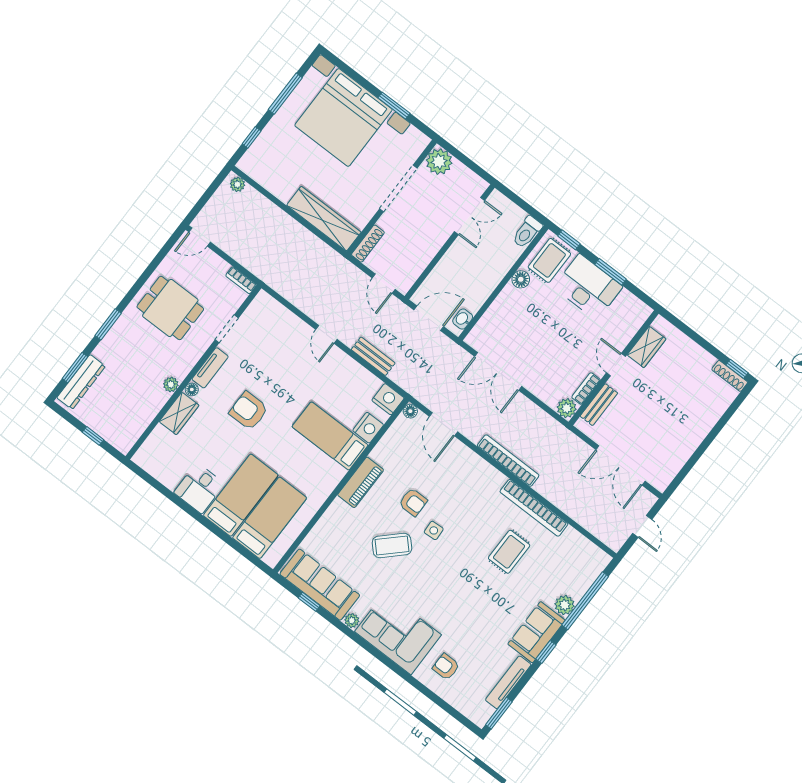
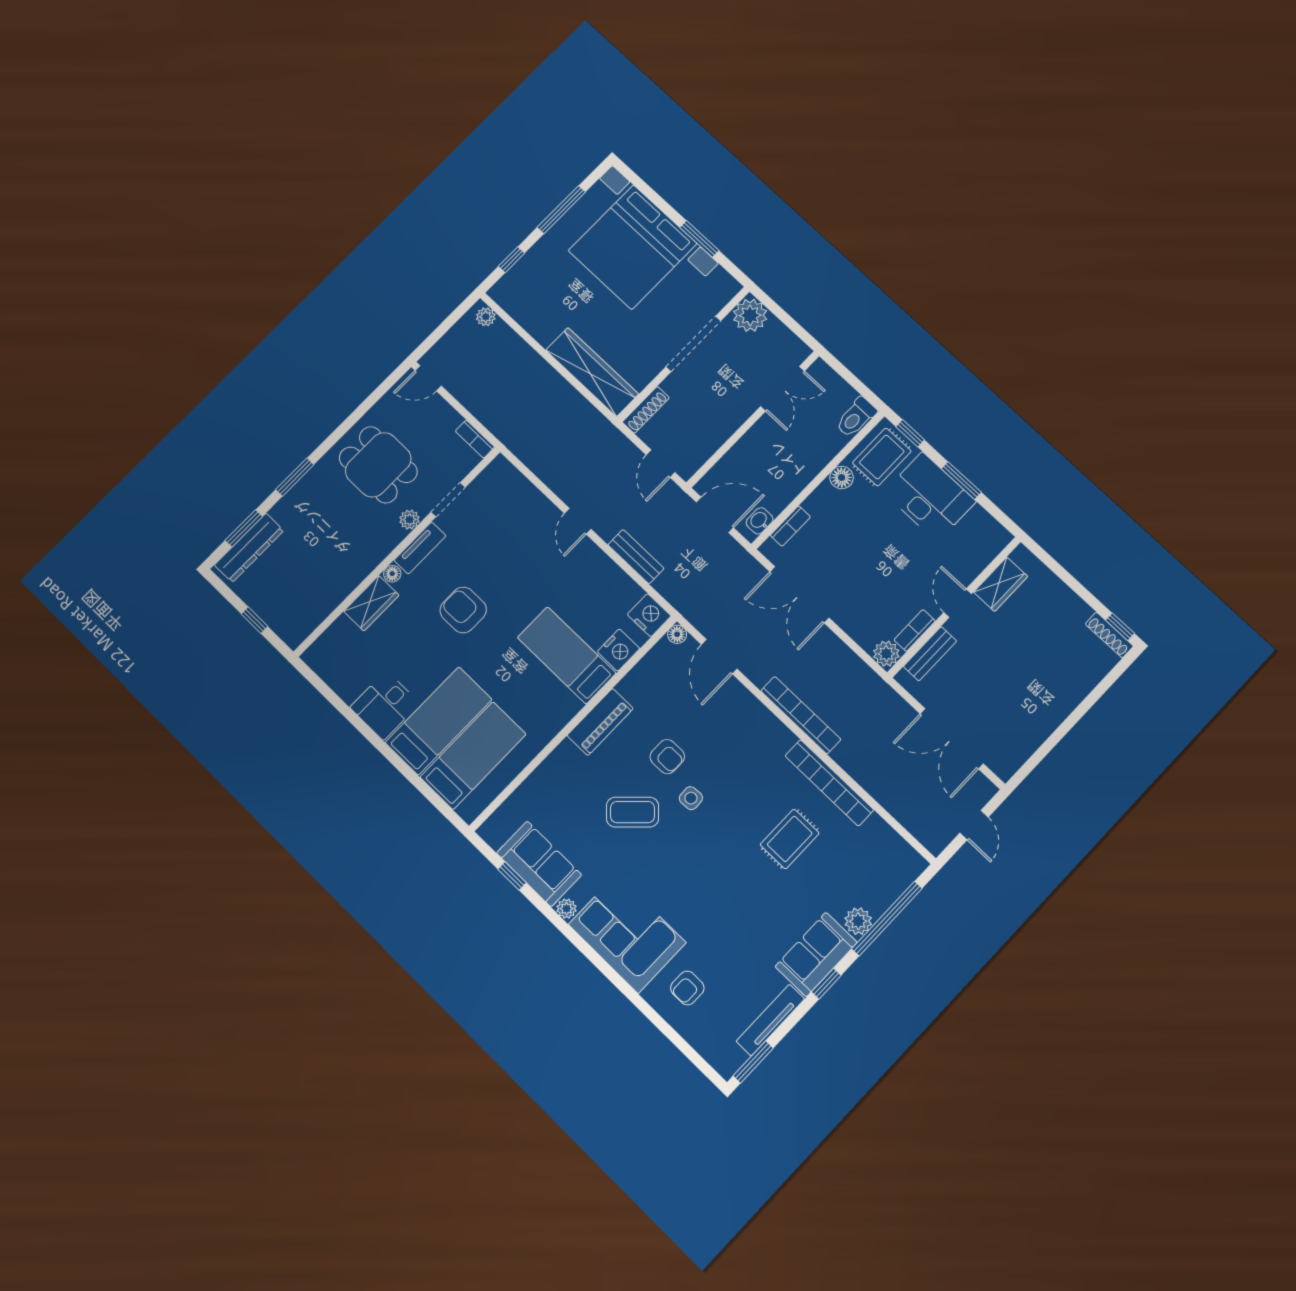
bookcase: (486, 320) -> (790, 526), added
plant: (171, 385) -> (410, 520), moved
sofa: (320, 585) -> (539, 864), width x0.73
armchair: (446, 667) -> (687, 988), turned -90

